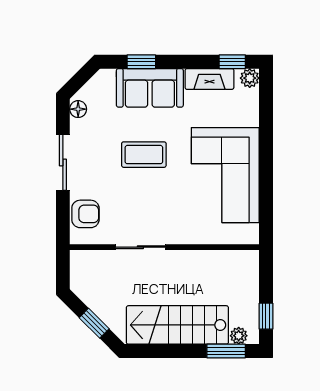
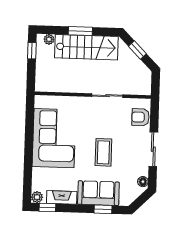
coffee table: (144, 155) -> (103, 152), turned 90
window: (226, 351) -> (80, 31), moved

